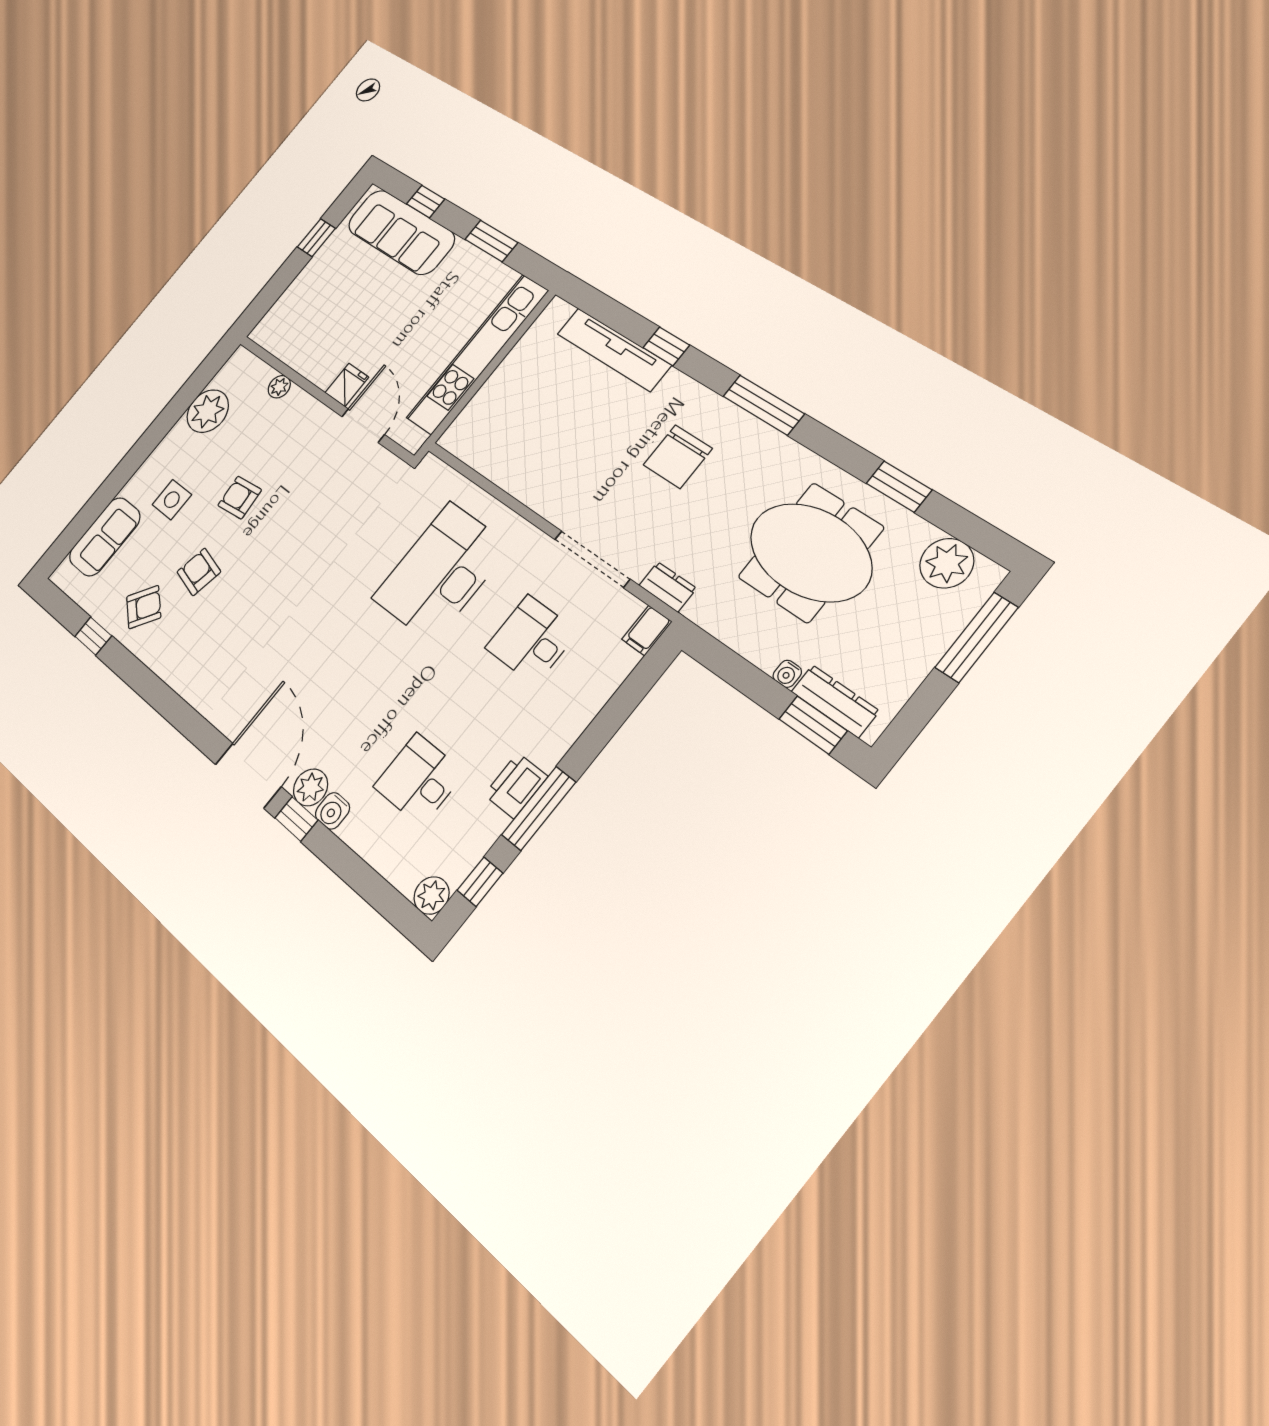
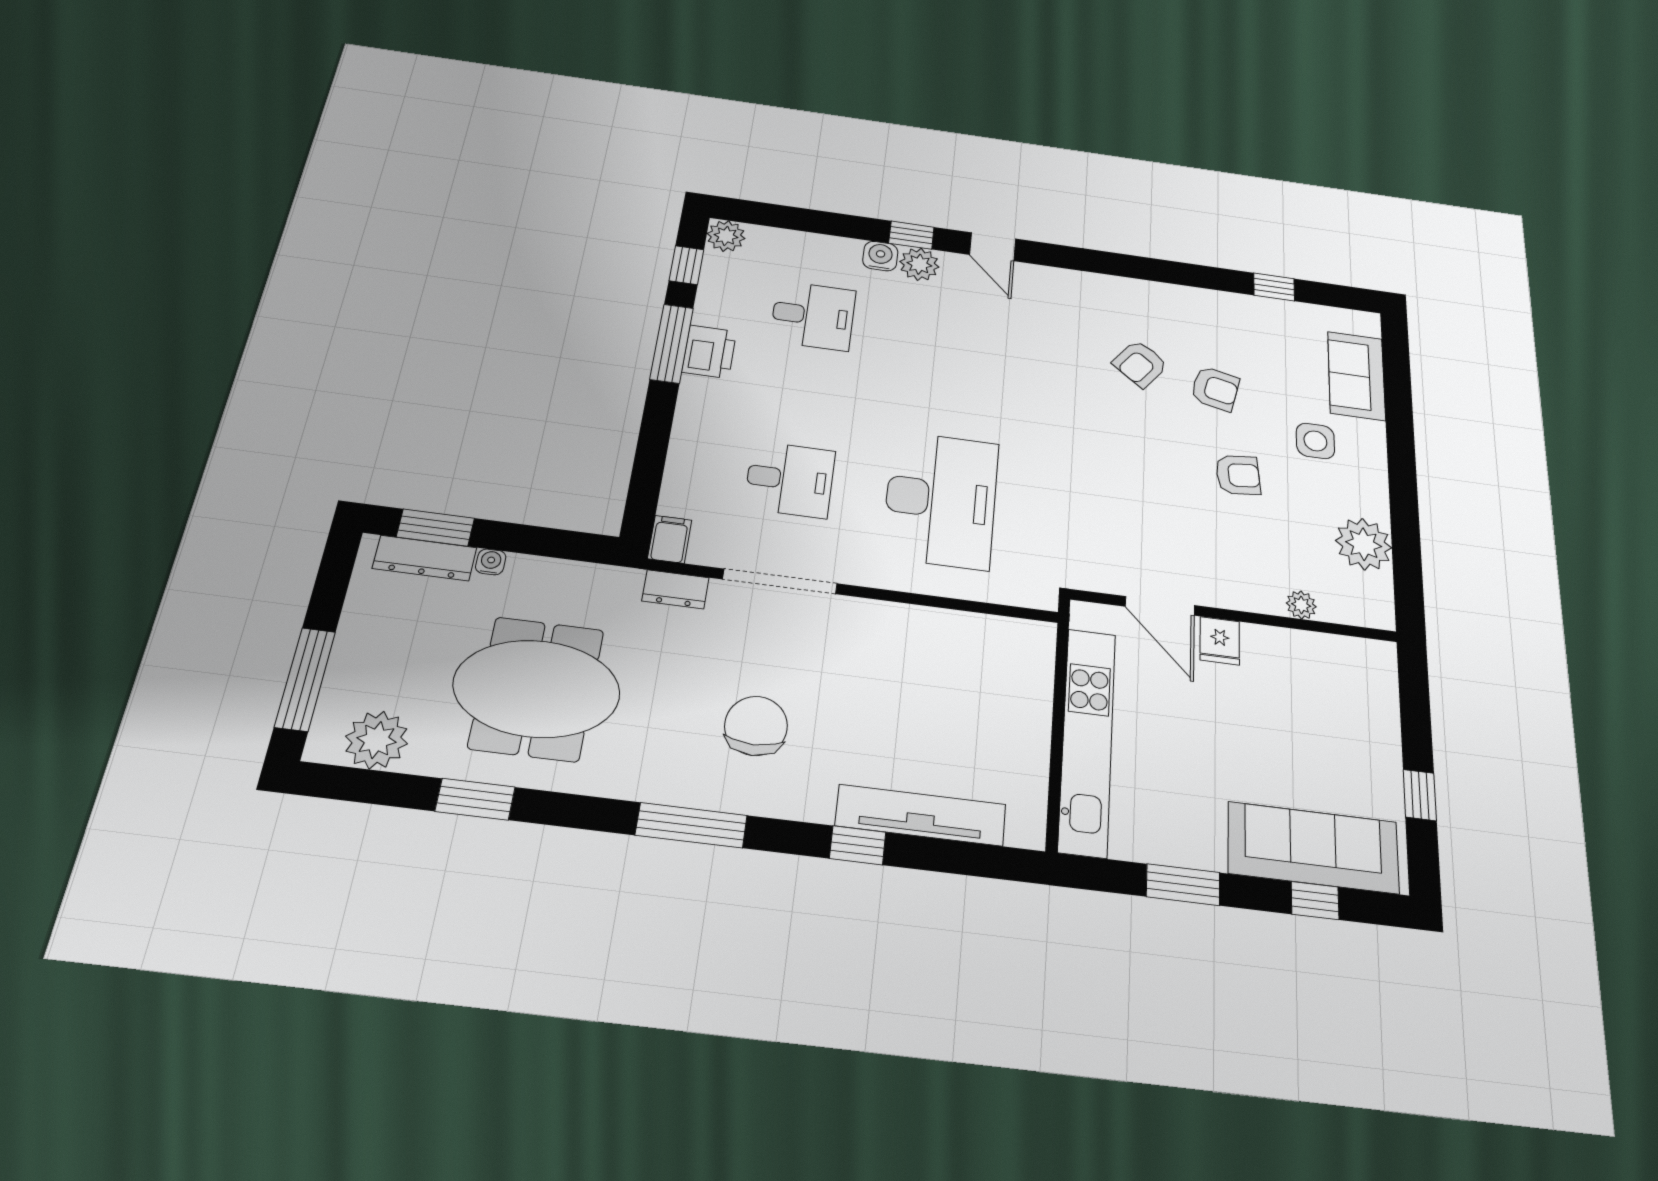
armchair: (144, 607) -> (1140, 364), moved
door: (248, 776) -> (993, 247), width x0.53

